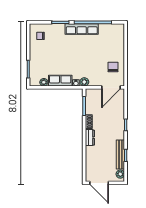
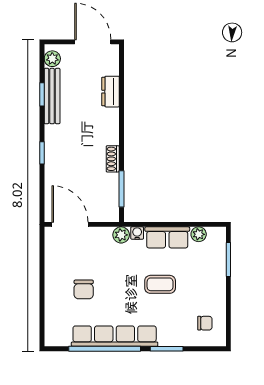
row of seats: (82, 29) -> (115, 336), width x1.36
coffee table: (64, 56) -> (160, 284), added
chair: (113, 67) -> (84, 289), moved
door: (111, 87) -> (70, 224), hinge flipped
dresser: (90, 138) -> (110, 92), moved

